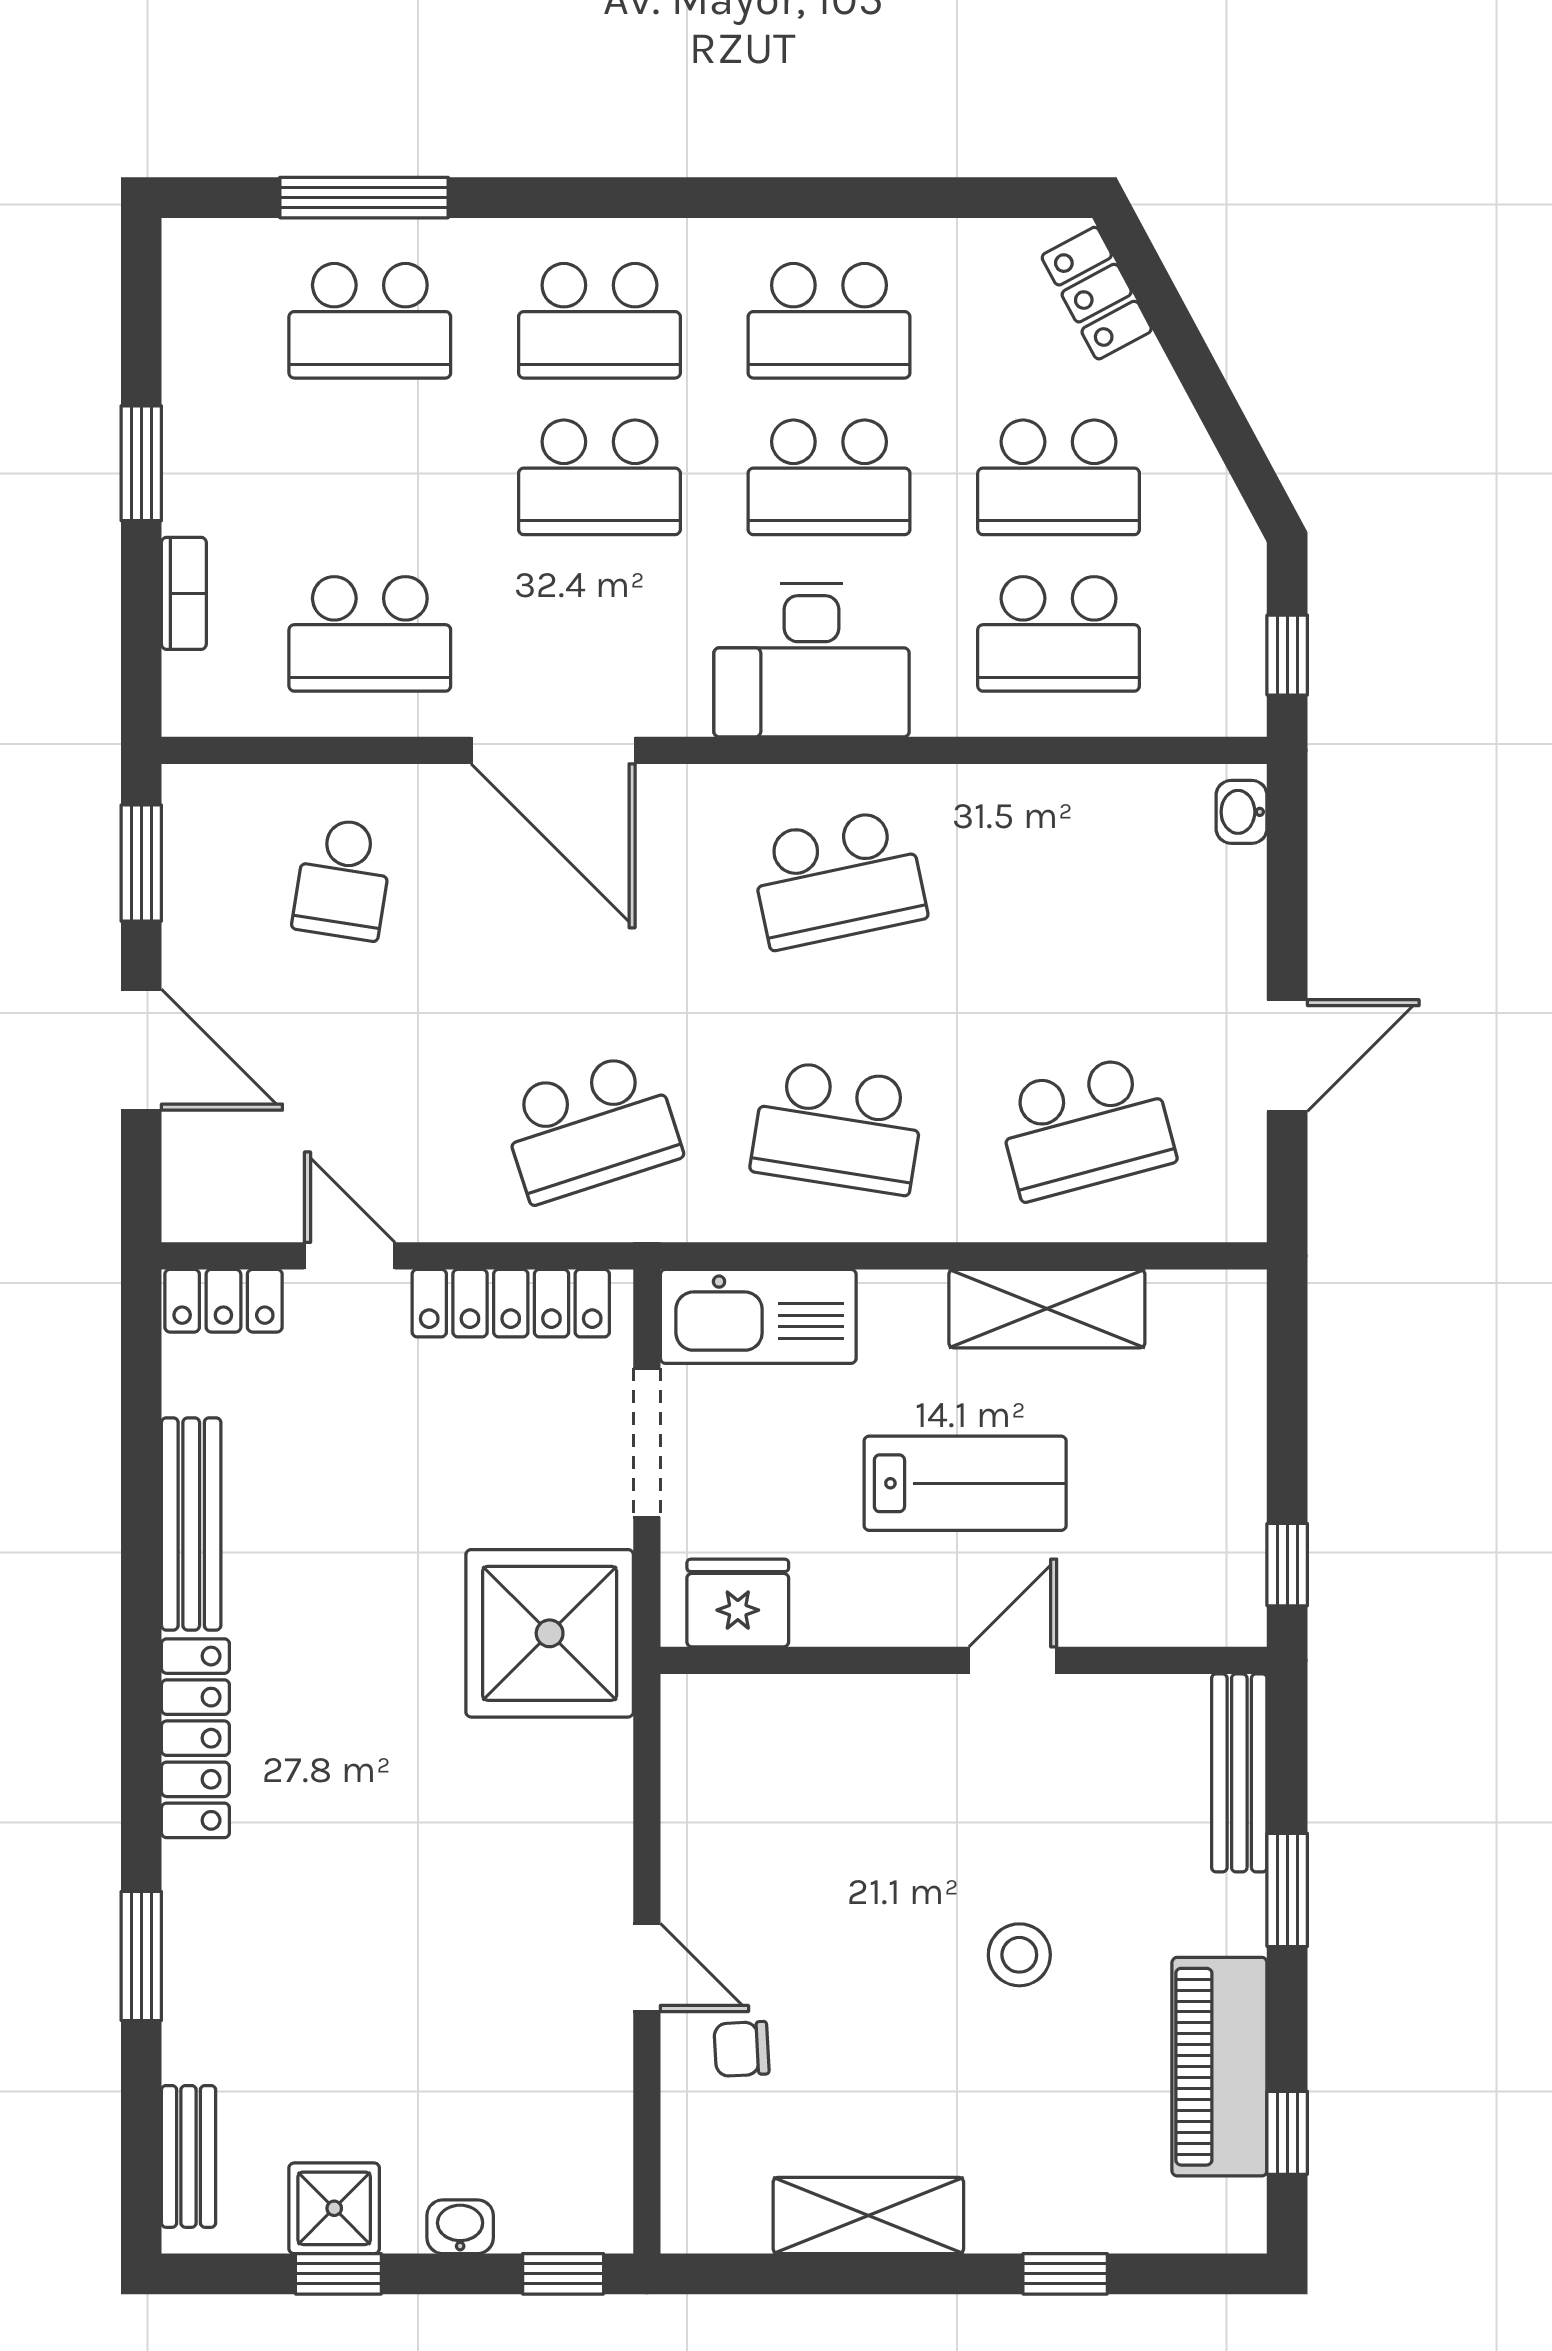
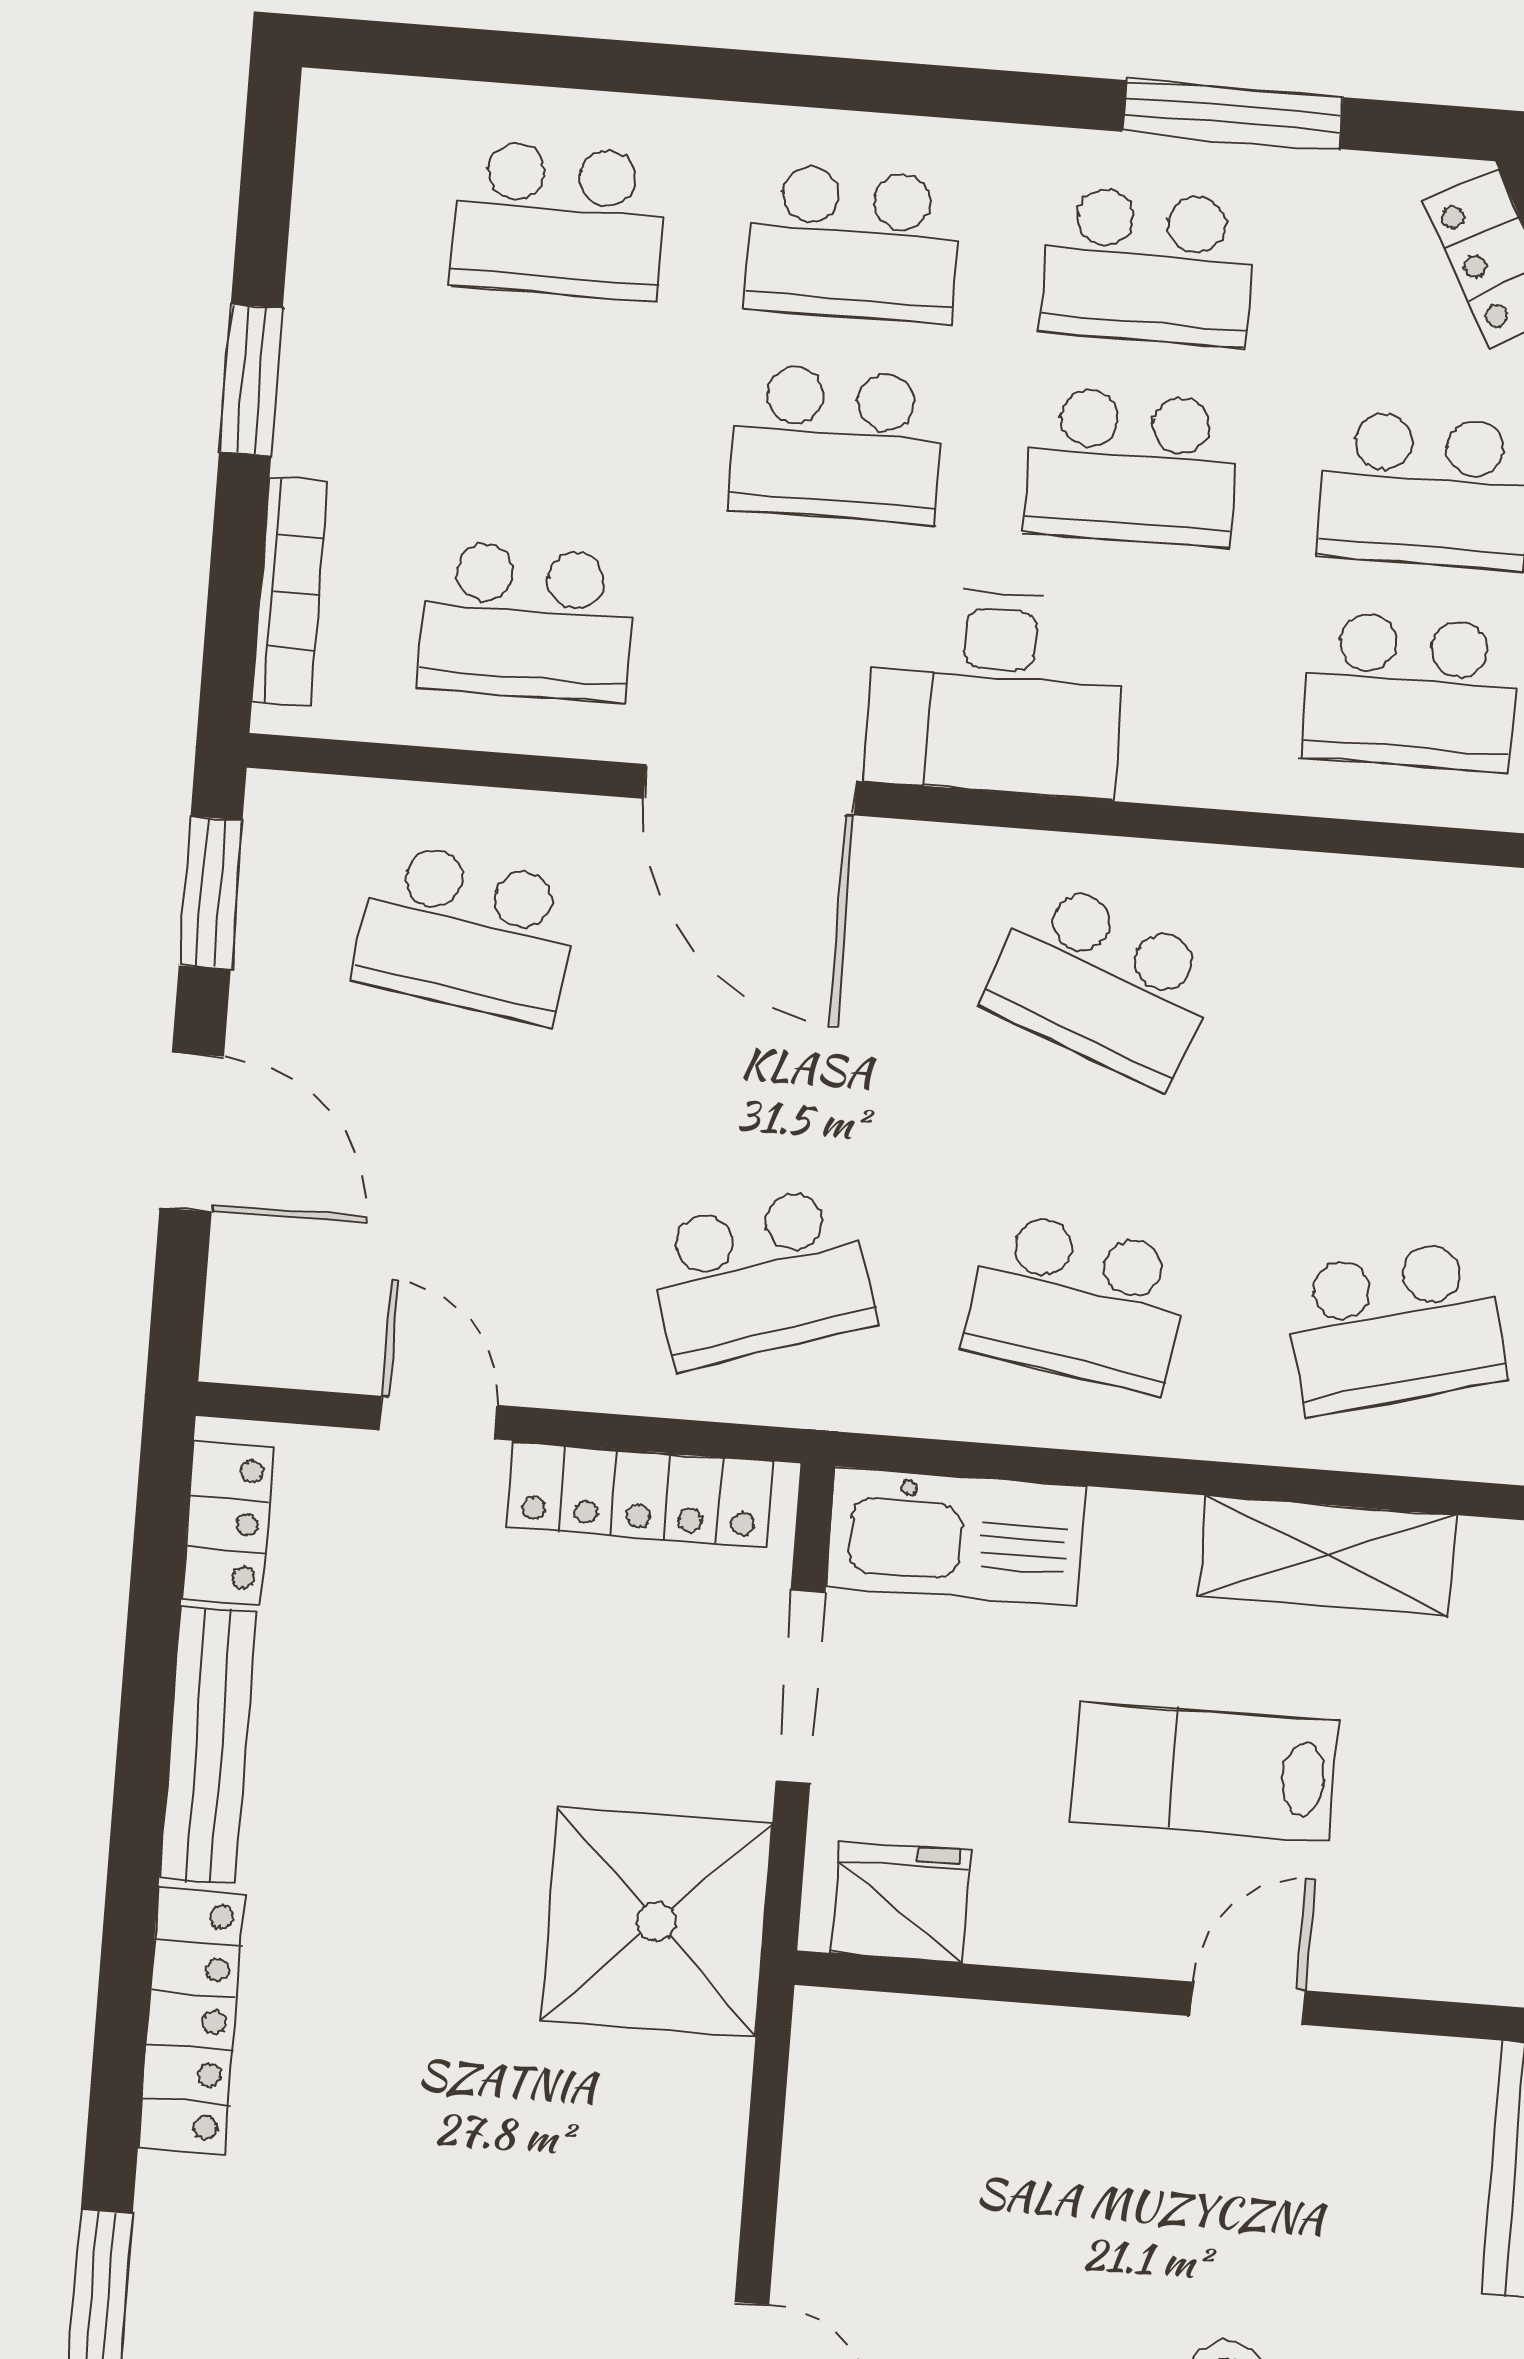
window: (364, 198) -> (1233, 114), moved
bookcase: (184, 593) -> (289, 592), width x1.56
desk: (812, 660) -> (996, 693), moved
school desk: (343, 879) -> (468, 933), width x1.85
school desk: (838, 879) -> (1102, 983), turned 33
locker: (223, 1301) -> (227, 1523), moved, turned -90
lab bench: (965, 1483) -> (1205, 1771), turned 180

